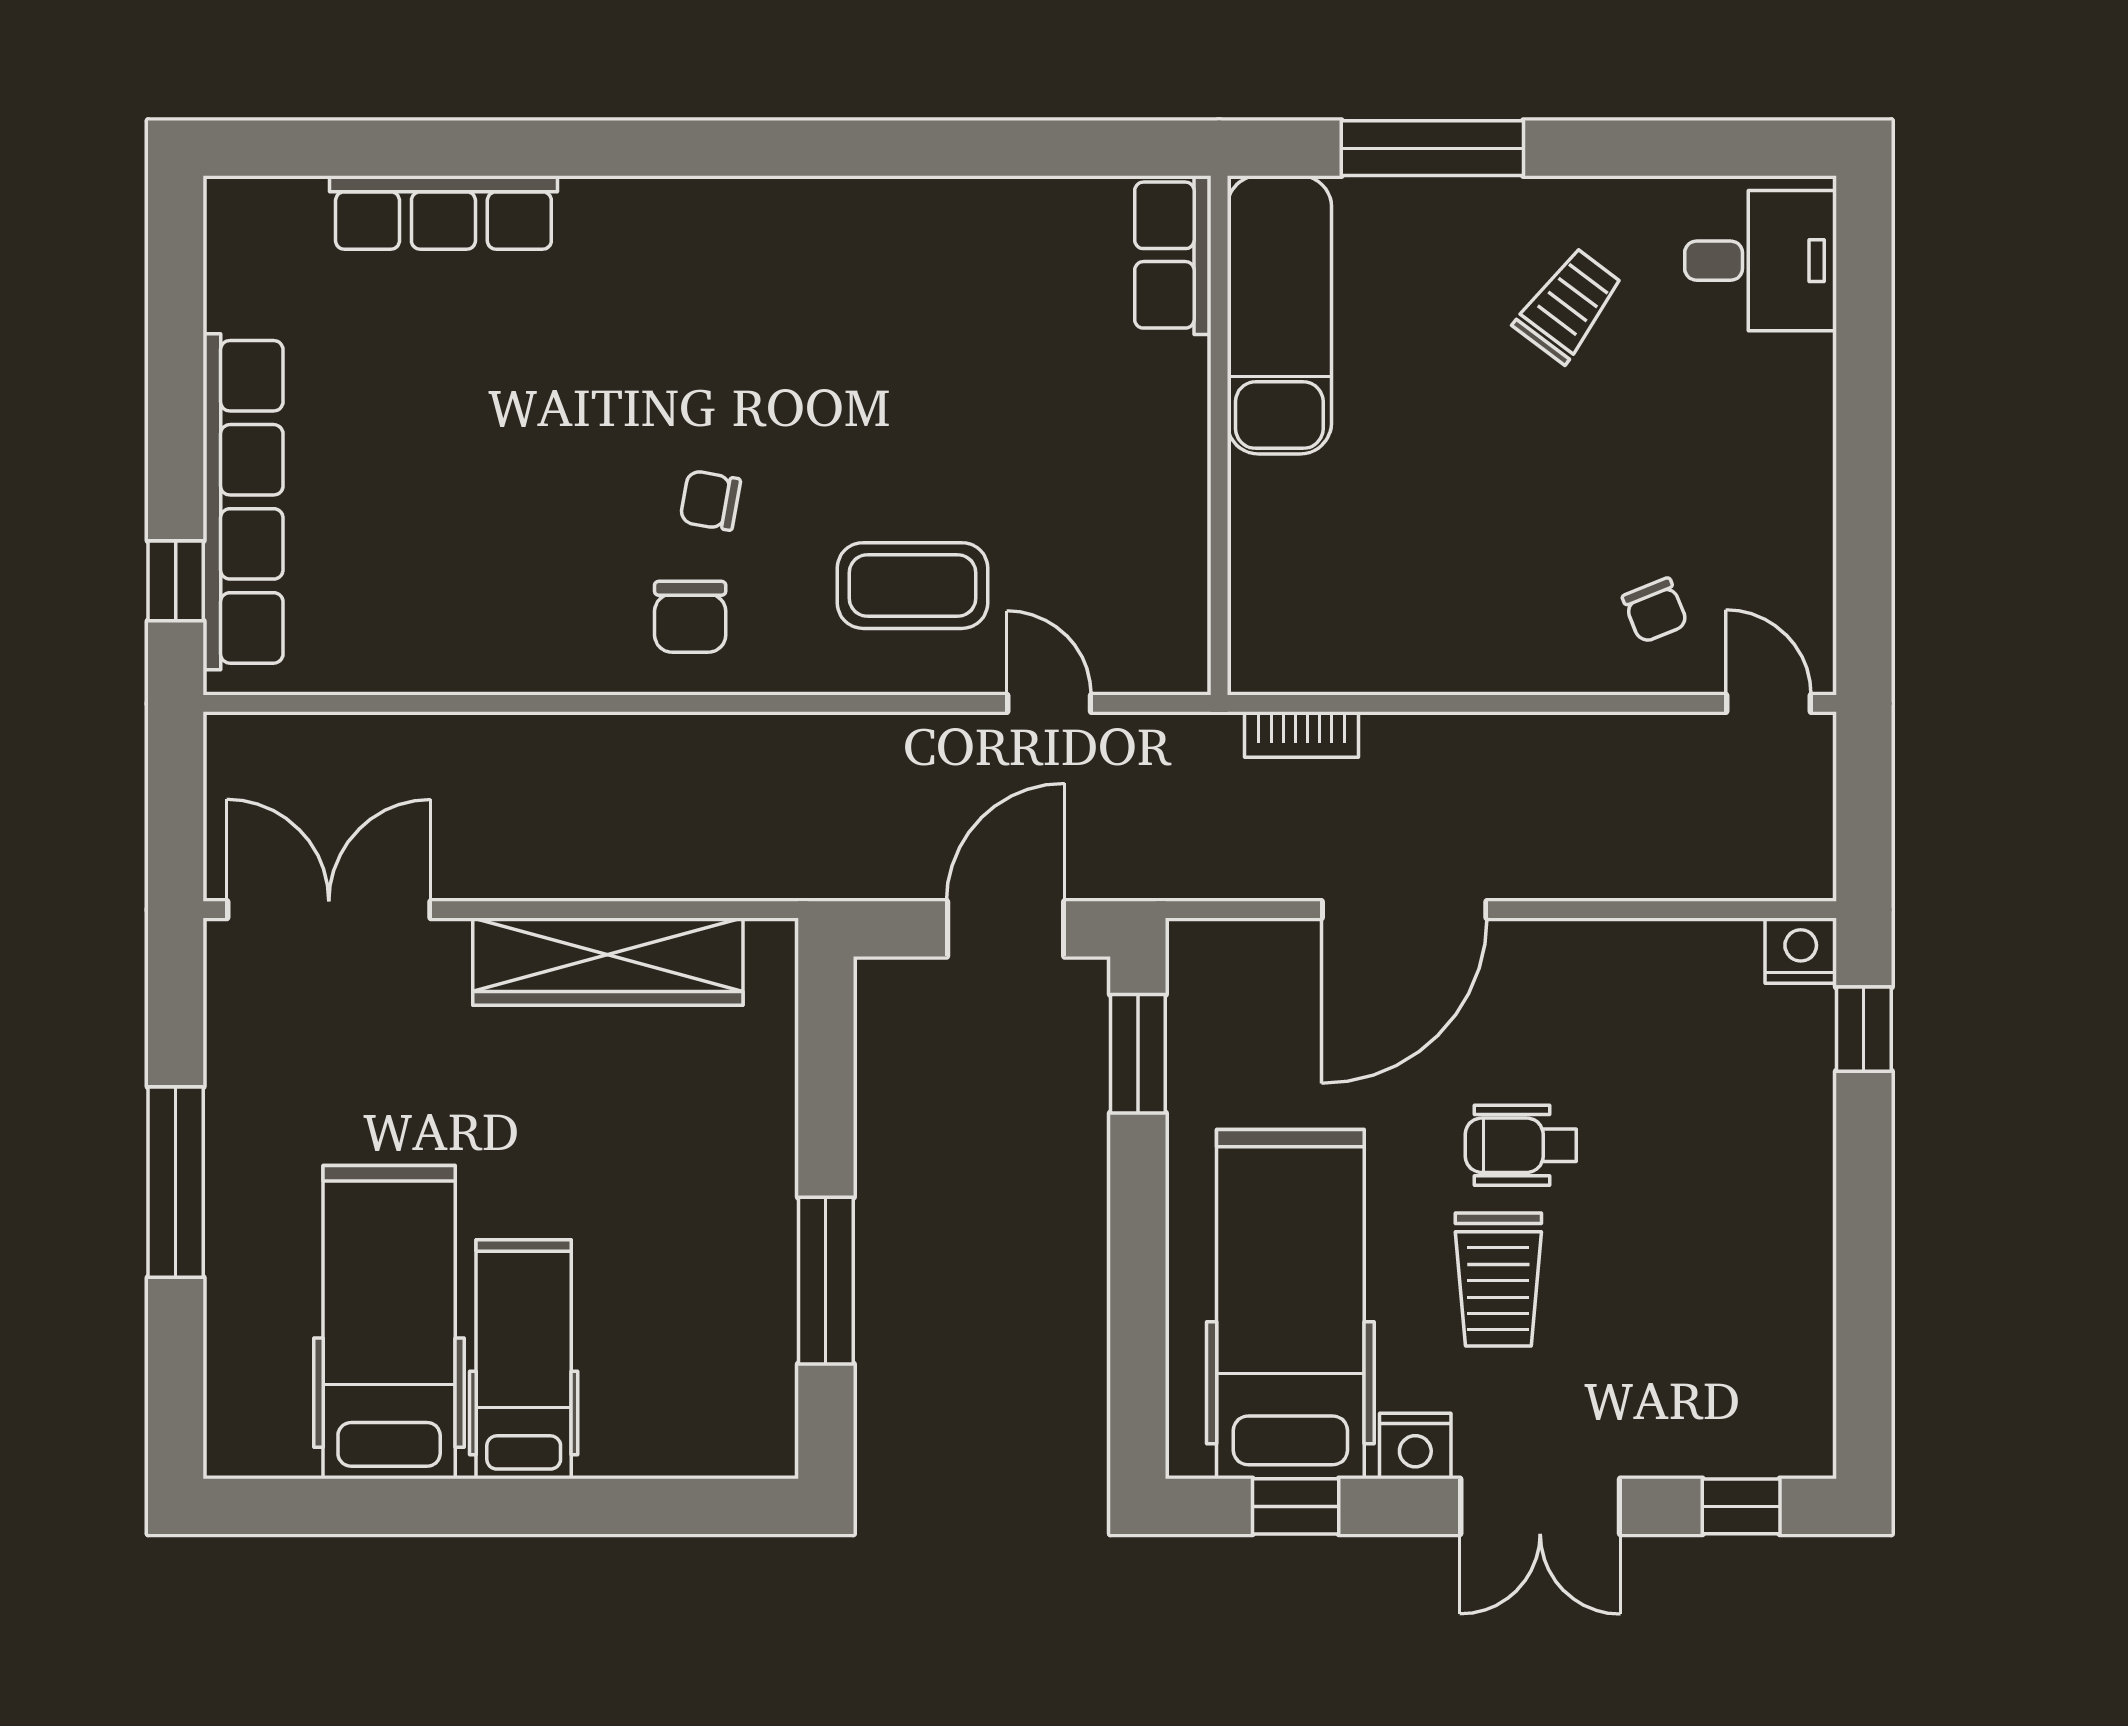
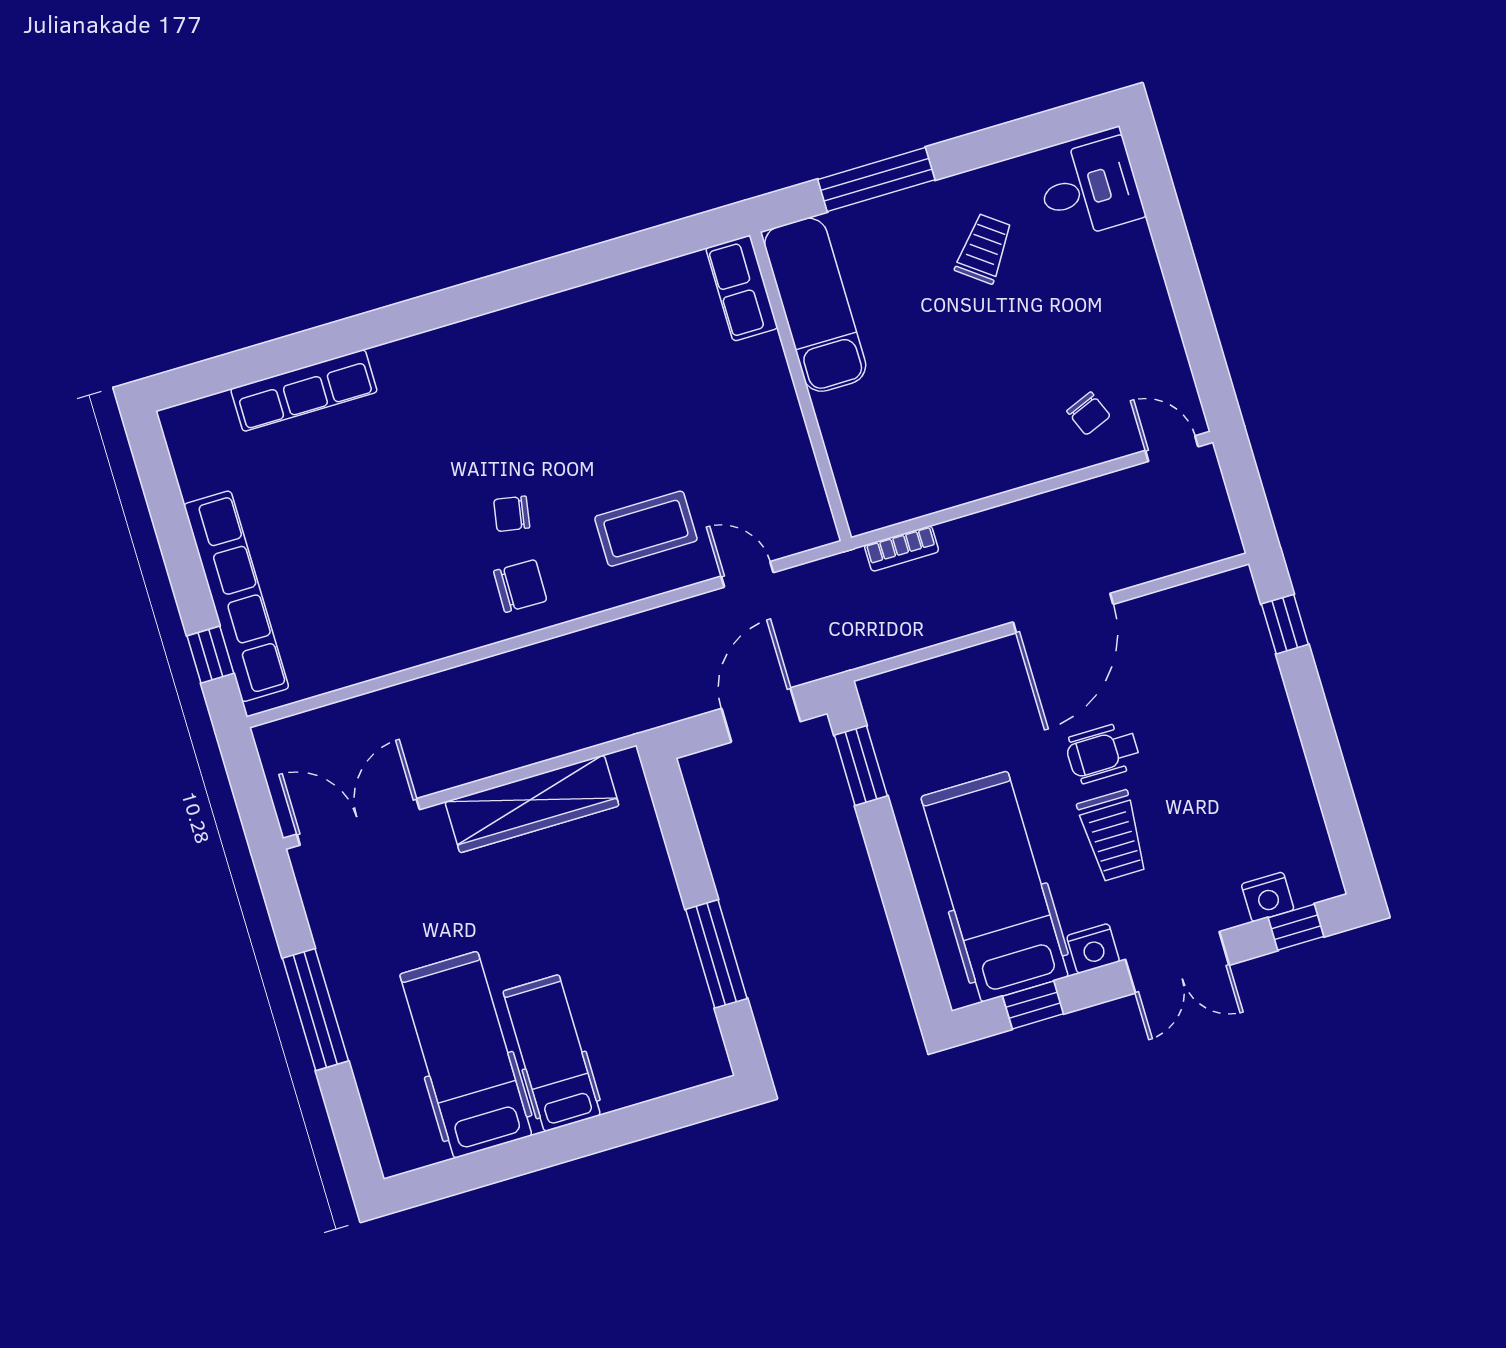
chair: (690, 617) -> (520, 586), turned -89
door: (1404, 910) -> (1063, 613), moved
nightstand: (1801, 951) -> (1268, 897), moved, turned 180

